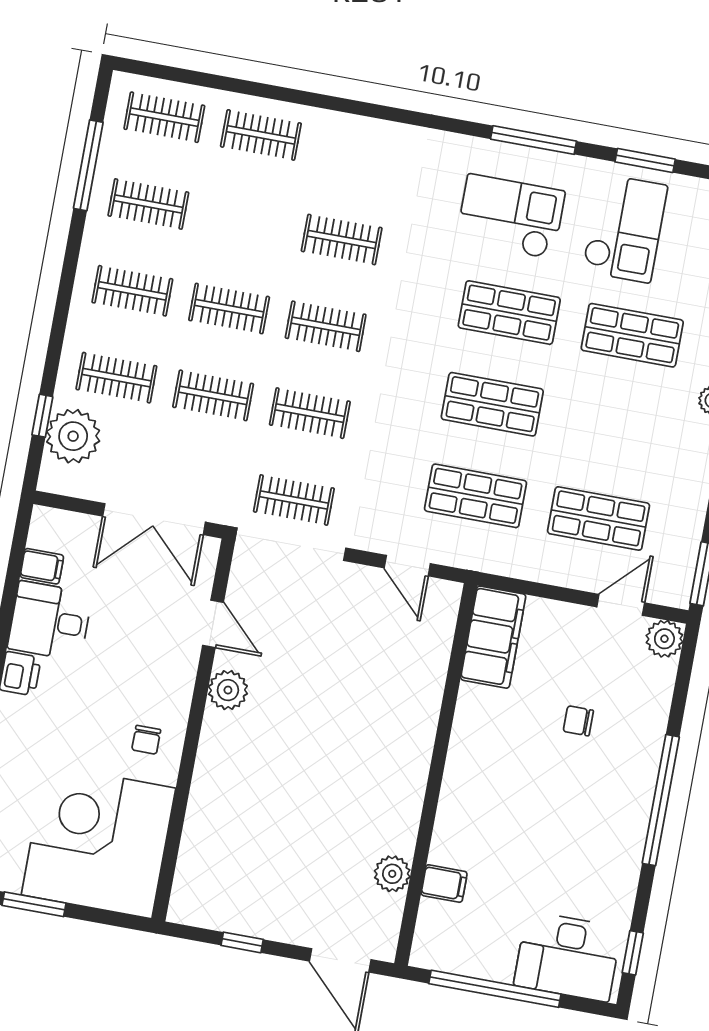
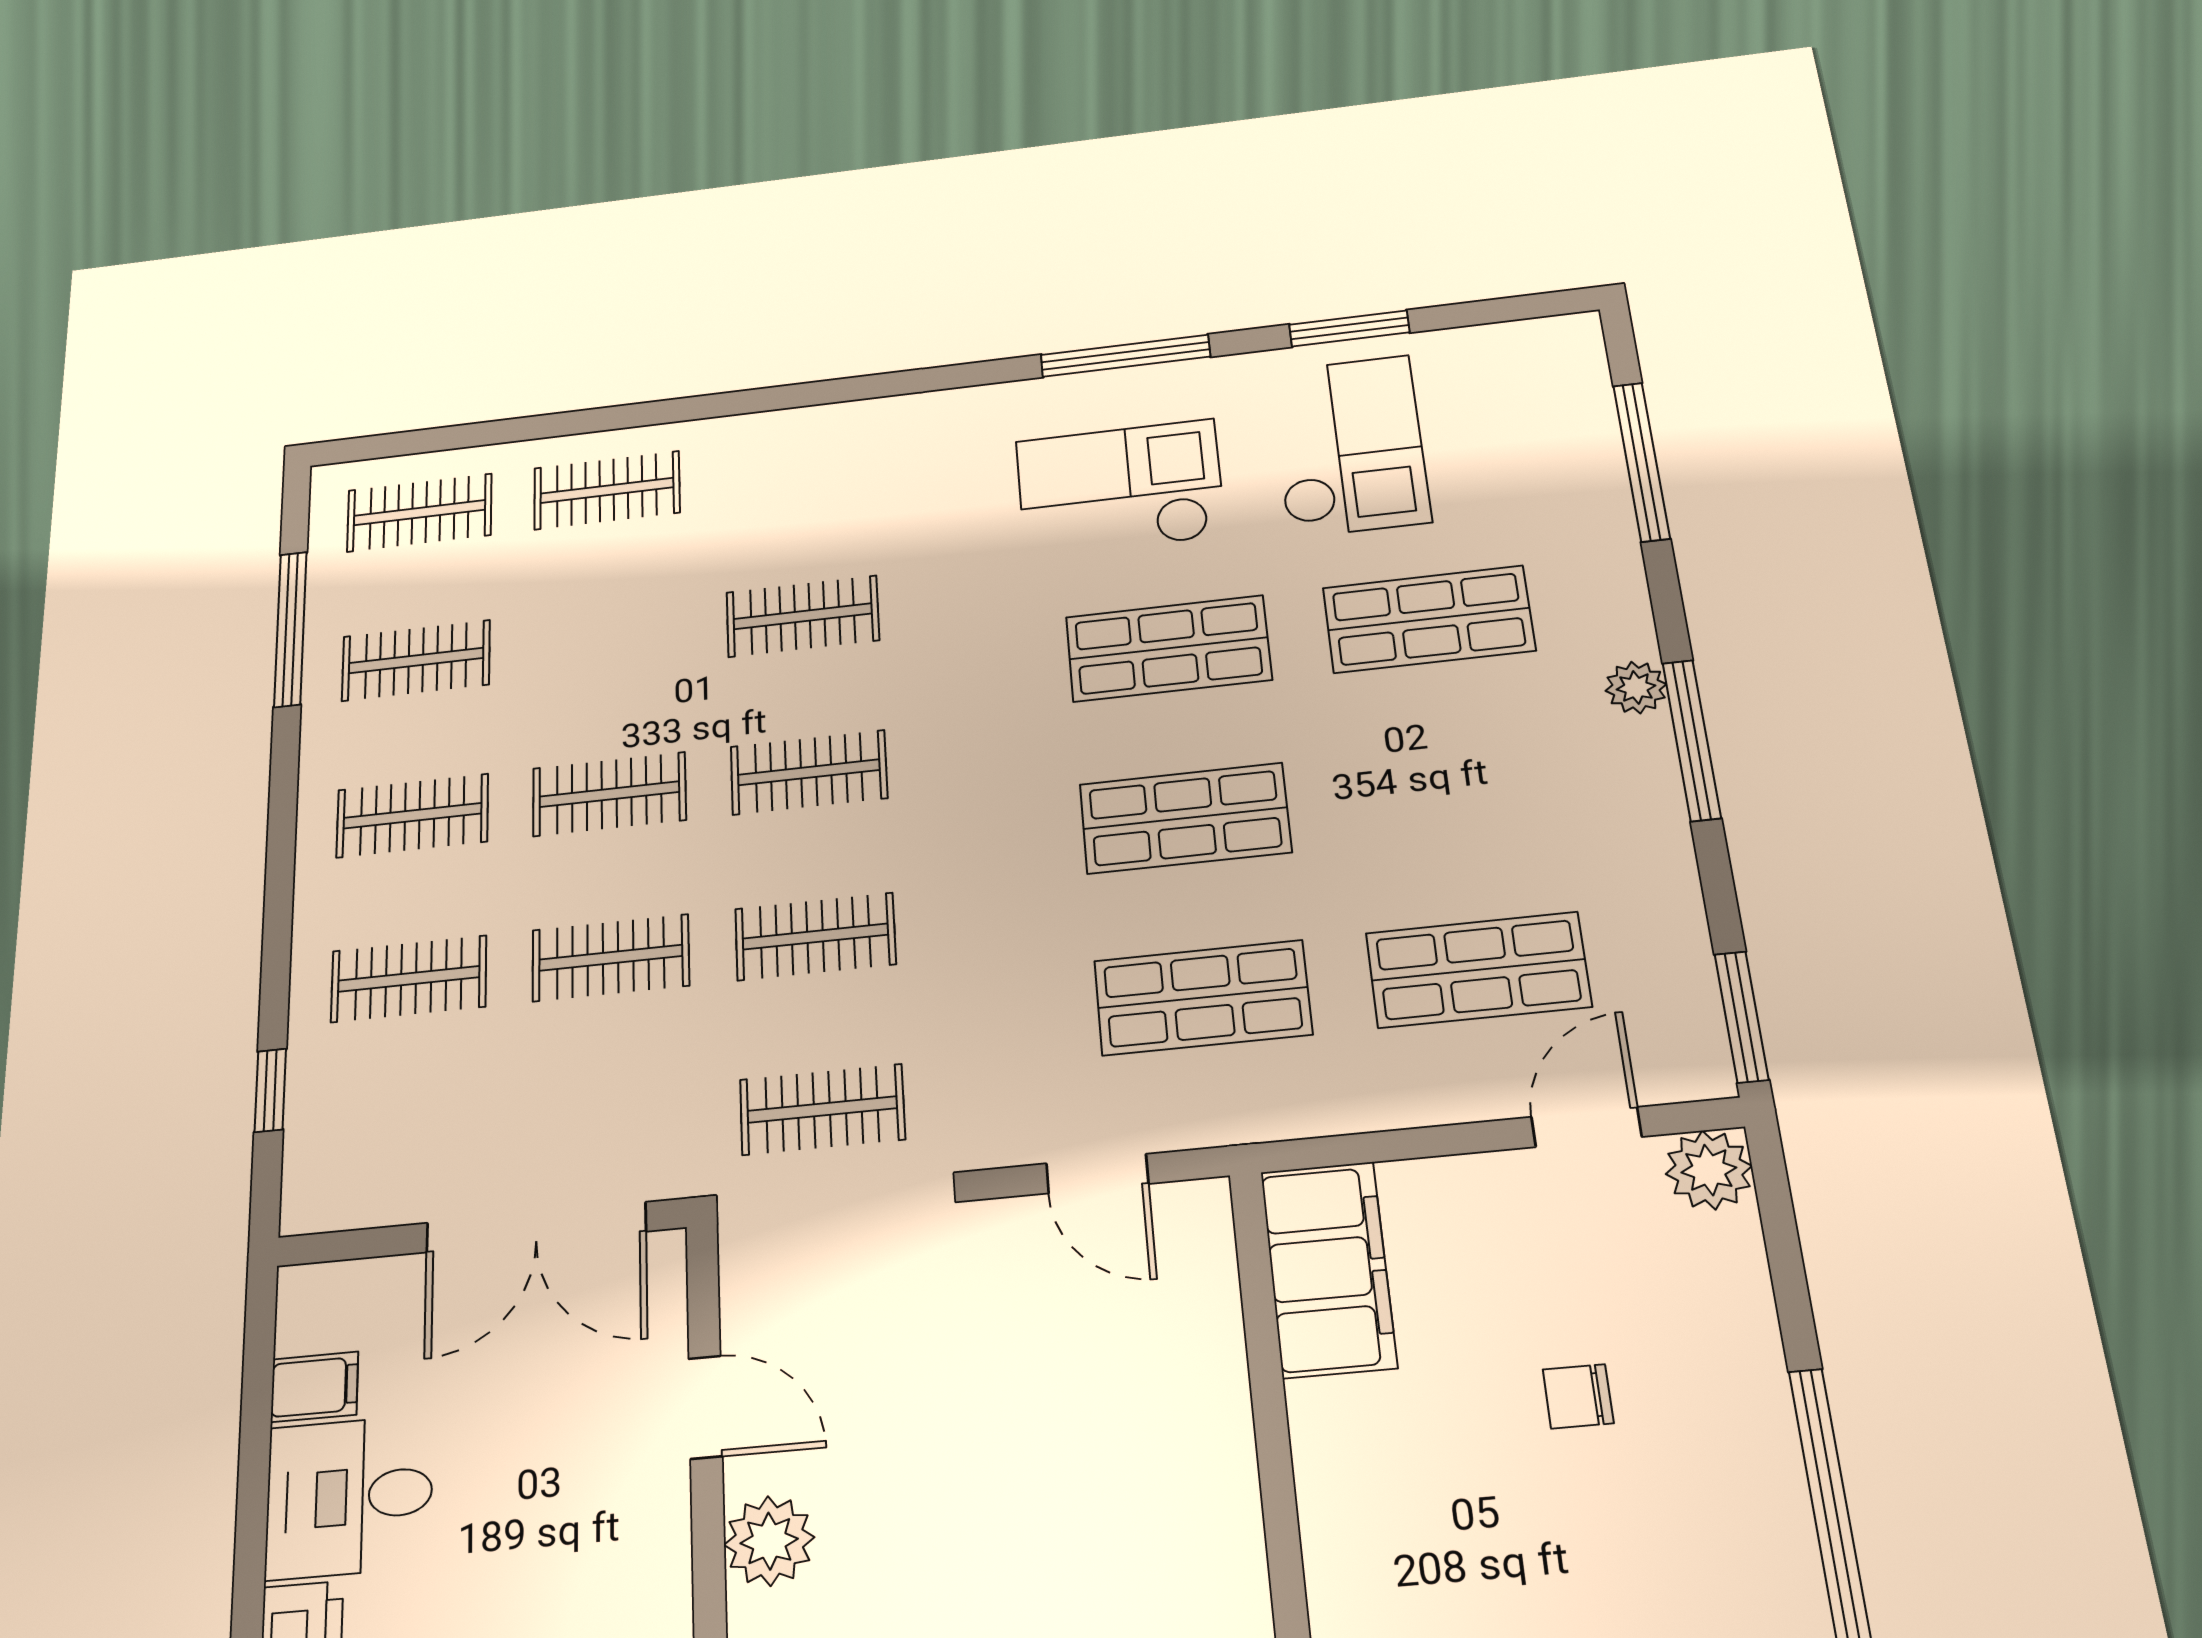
plant: (73, 436) -> (339, 1112), removed

